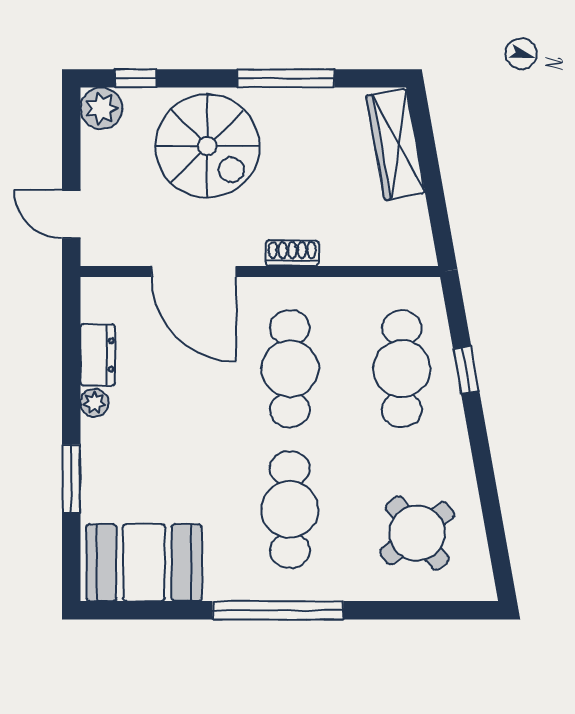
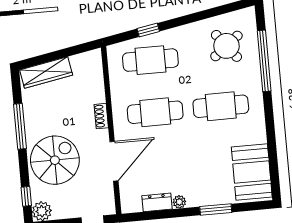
window: (278, 610) -> (264, 61), moved

